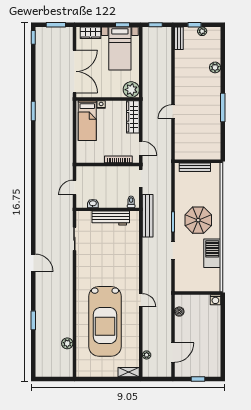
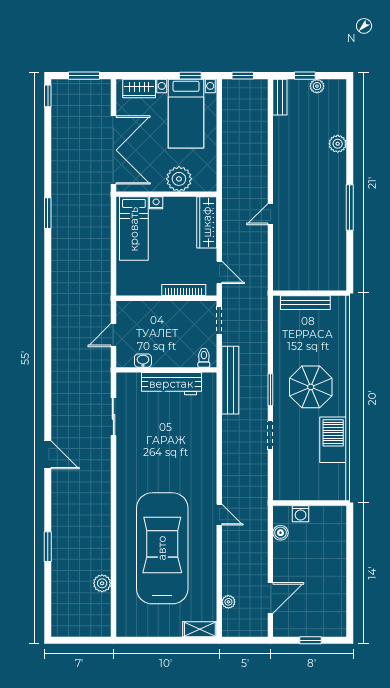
plant: (131, 90) -> (179, 179), moved
washing machine: (215, 300) -> (301, 514), moved
car: (105, 321) -> (162, 548), turned 180

